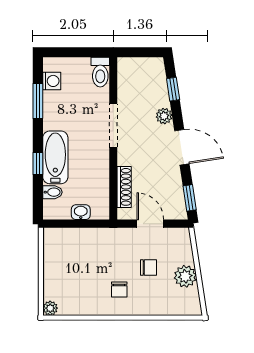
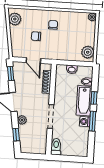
washing machine: (52, 81) -> (85, 122), moved
window: (38, 101) -> (92, 121), moved
plant: (54, 245) -> (88, 52), added
plant: (185, 276) -> (15, 19), moved

